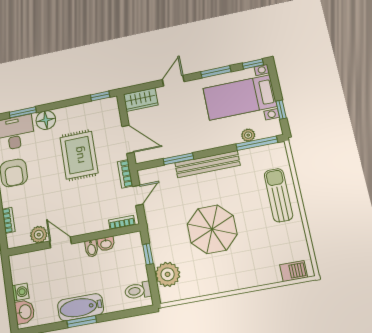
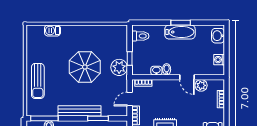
barbecue: (294, 271) -> (52, 30), moved
plant: (168, 274) -> (119, 67), moved
washing machine: (21, 292) -> (219, 60), moved

